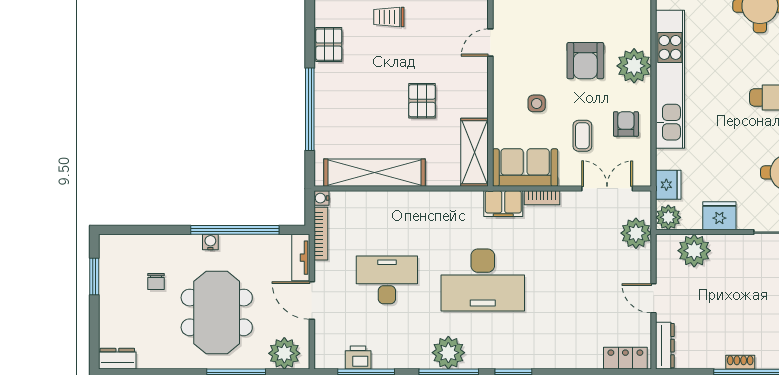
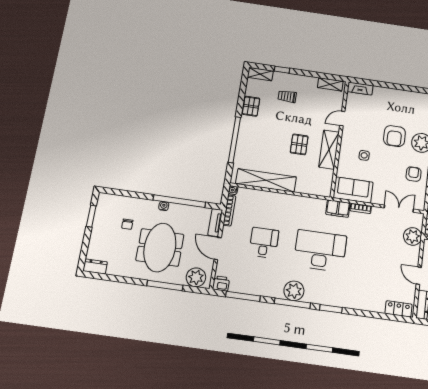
coffee table: (582, 136) -> (388, 177), removed
shelving: (475, 152) -> (329, 150), moved
desk: (387, 280) -> (264, 243), width x0.73
desk: (483, 280) -> (320, 251), turned 180
printer: (358, 358) -> (221, 284), moved

